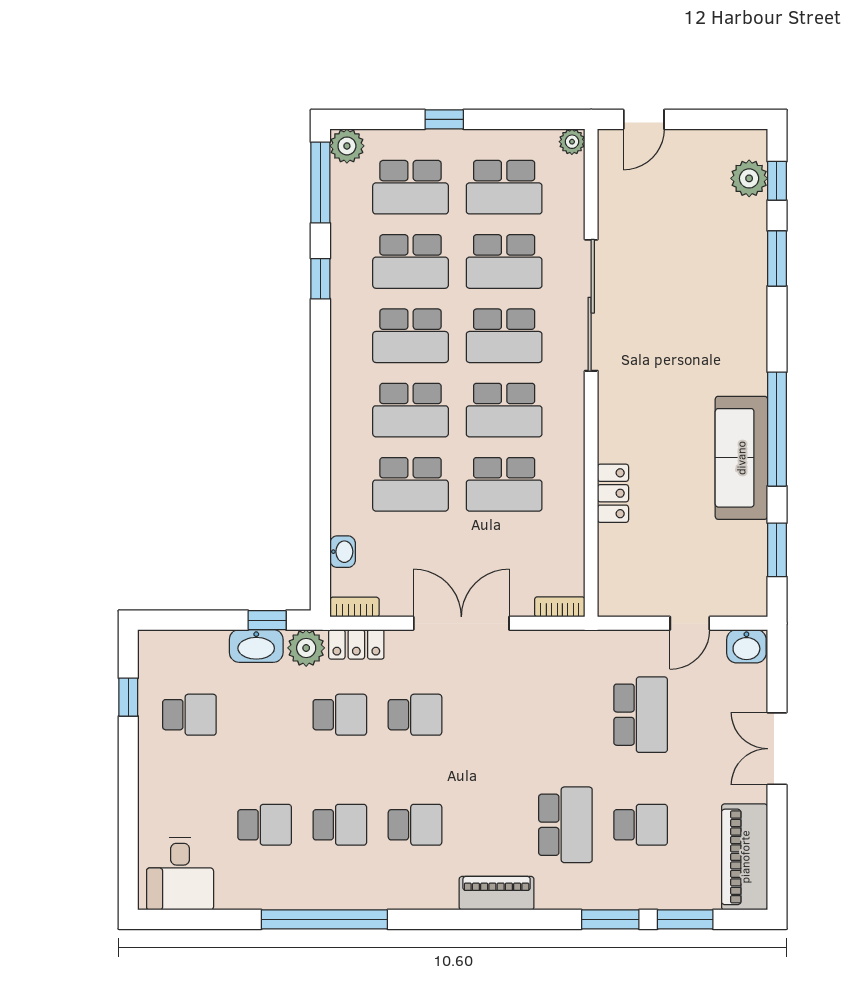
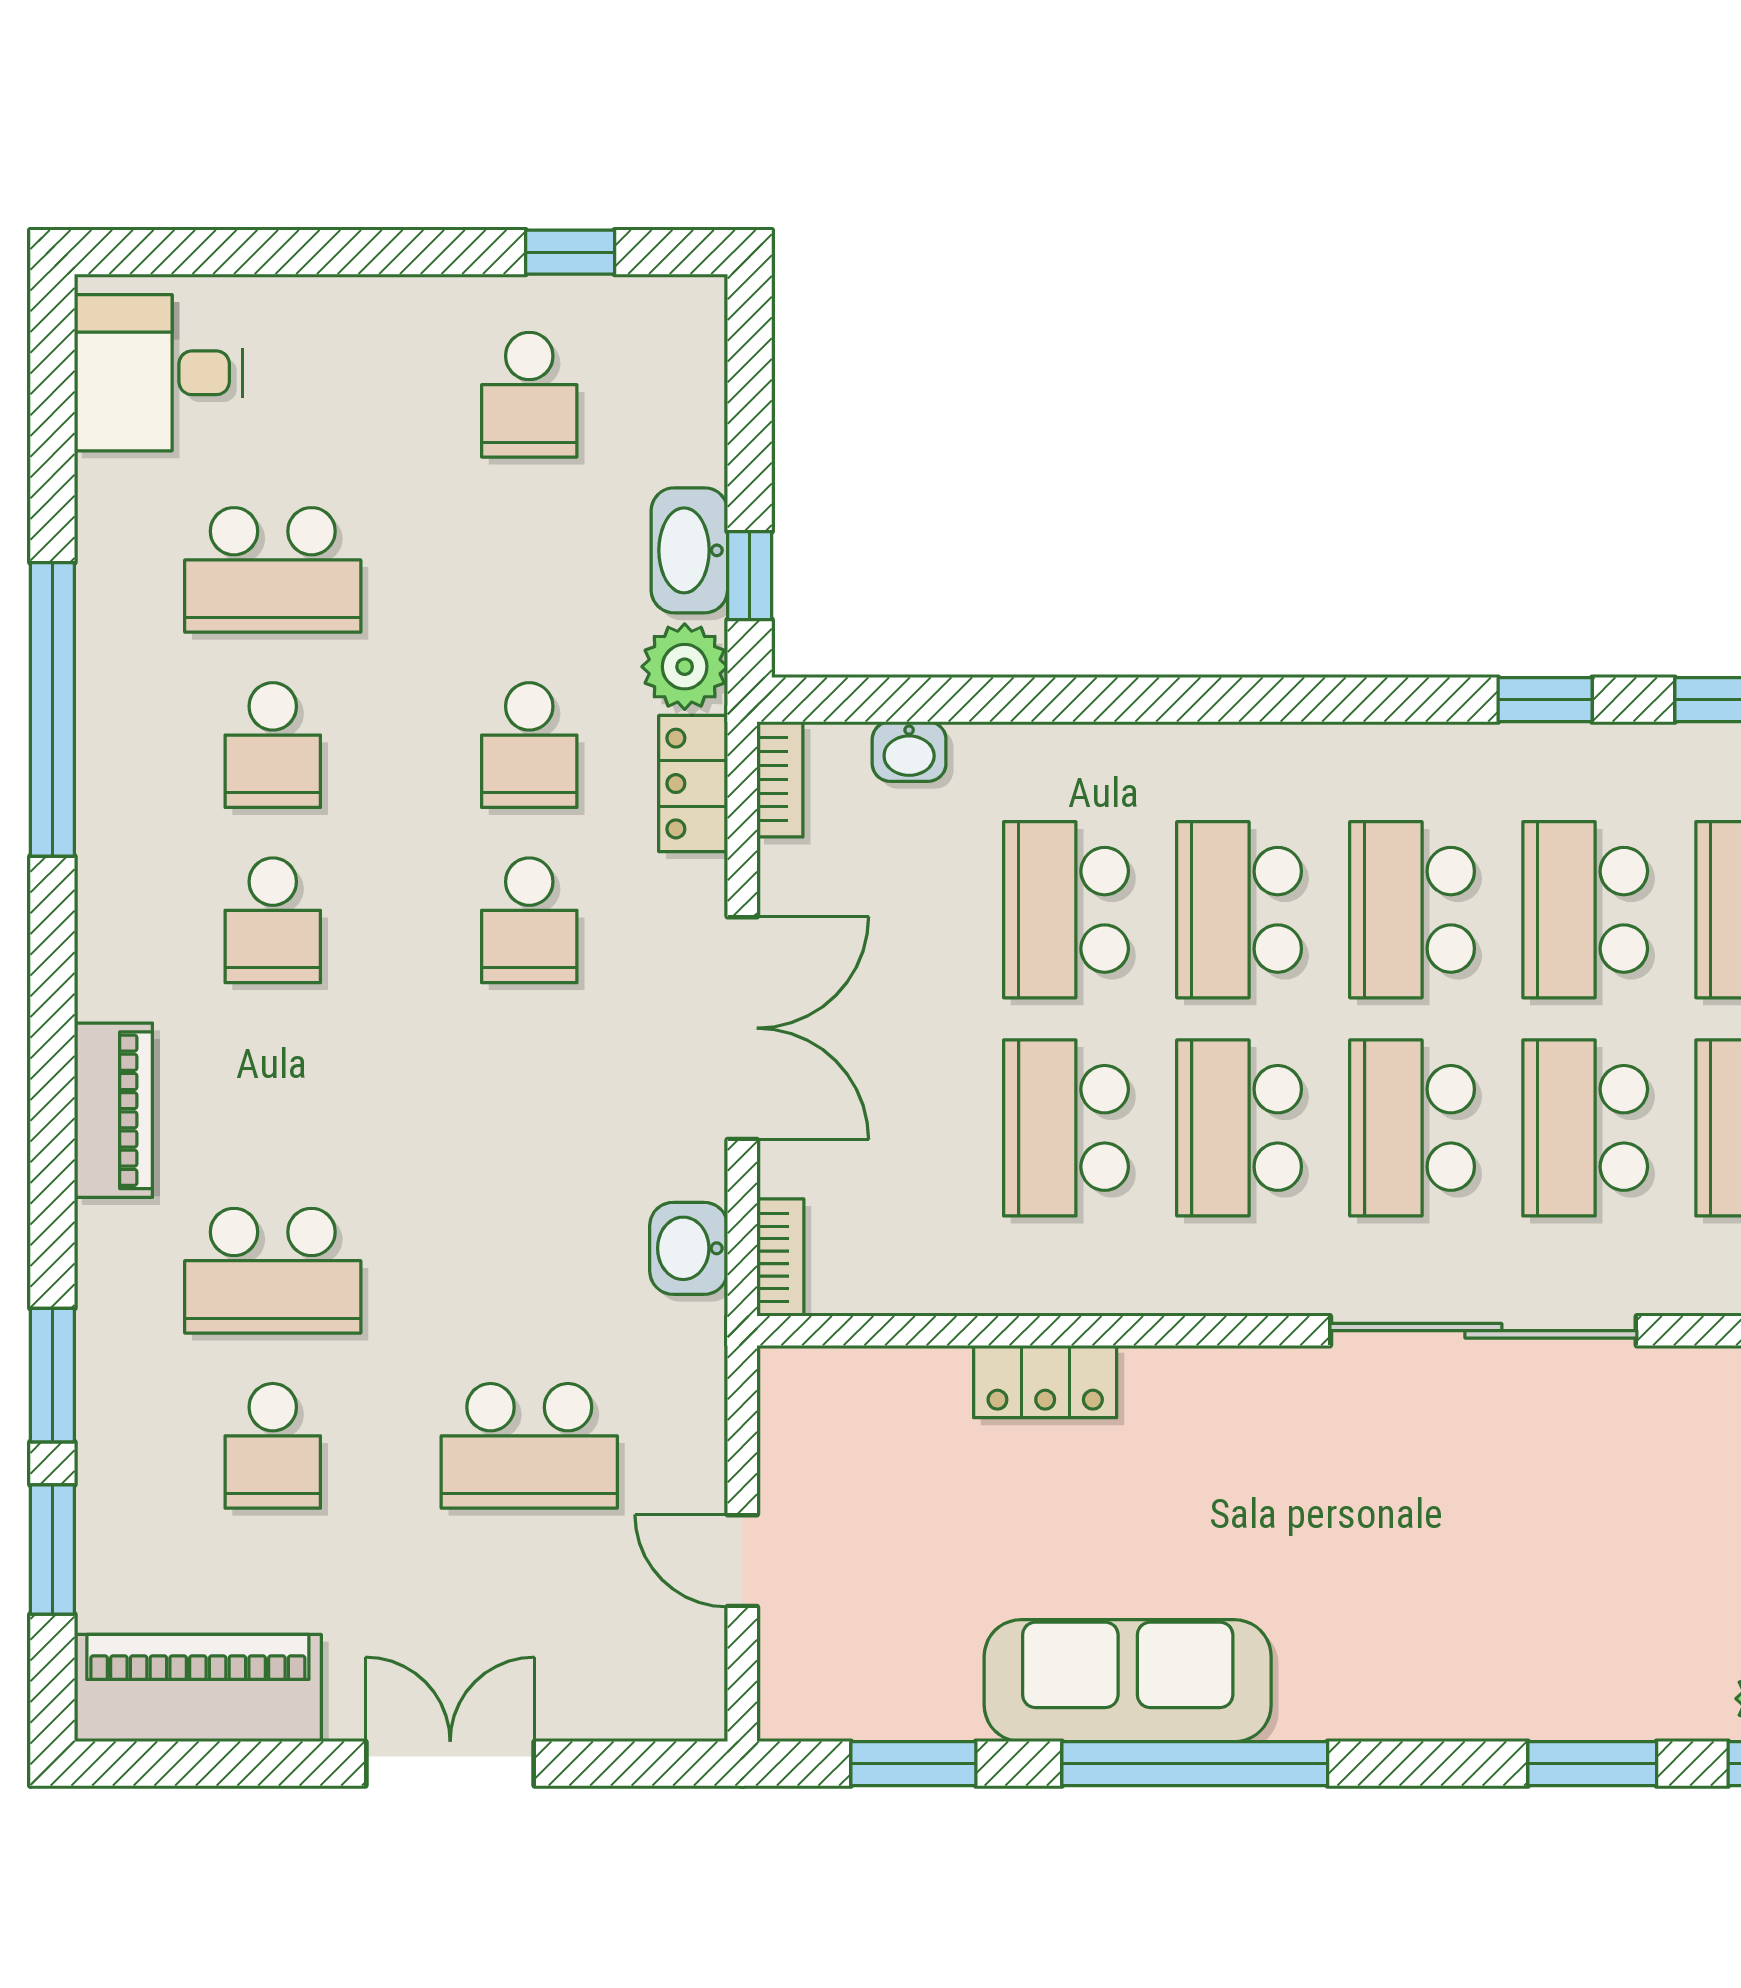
washbasin: (746, 646) -> (689, 1248), moved
school desk: (265, 825) -> (273, 570), width x1.85

